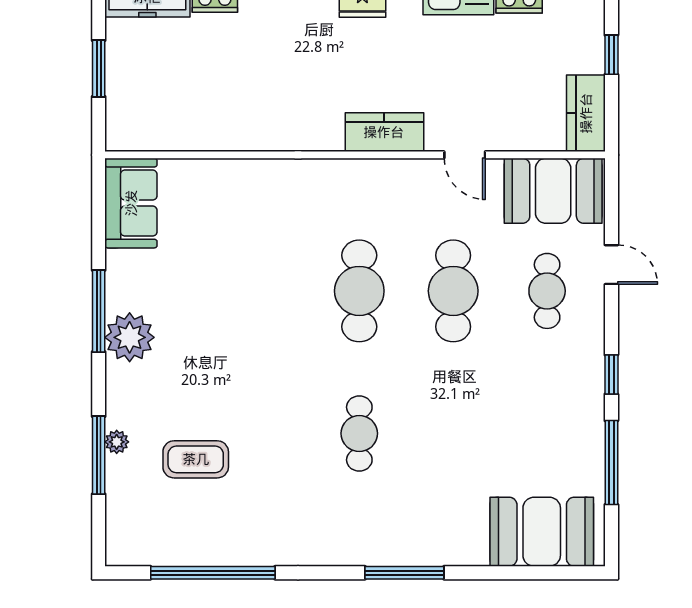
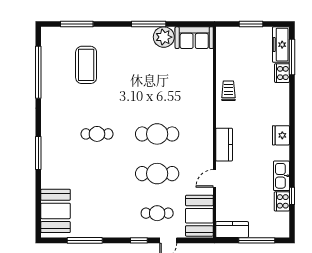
window: (611, 55) -> (257, 240), width x2.17
trolley: (257, 122) -> (228, 91), added
plant: (130, 337) -> (164, 37), moved
window: (611, 374) -> (139, 240), moved
plant: (117, 442) -> (93, 32), removed
window: (99, 455) -> (77, 24), moved
coffee table: (196, 459) -> (86, 65), width x1.36, depth x1.32

